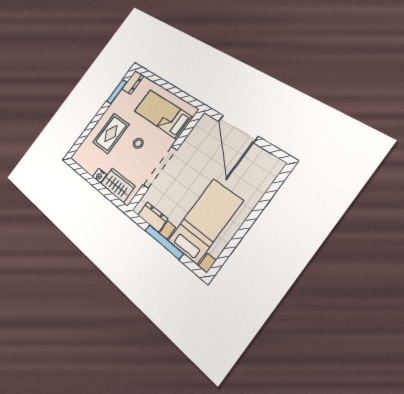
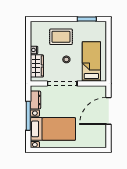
dresser: (133, 82) -> (98, 26), removed

